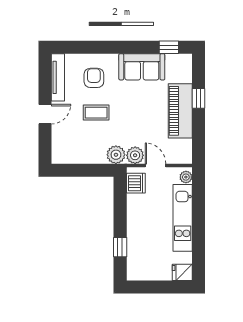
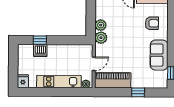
piano: (180, 111) -> (113, 80), moved
coffee table: (96, 113) -> (129, 25), removed
plant: (135, 155) -> (101, 25), moved
dishwasher: (136, 183) -> (40, 50), moved

